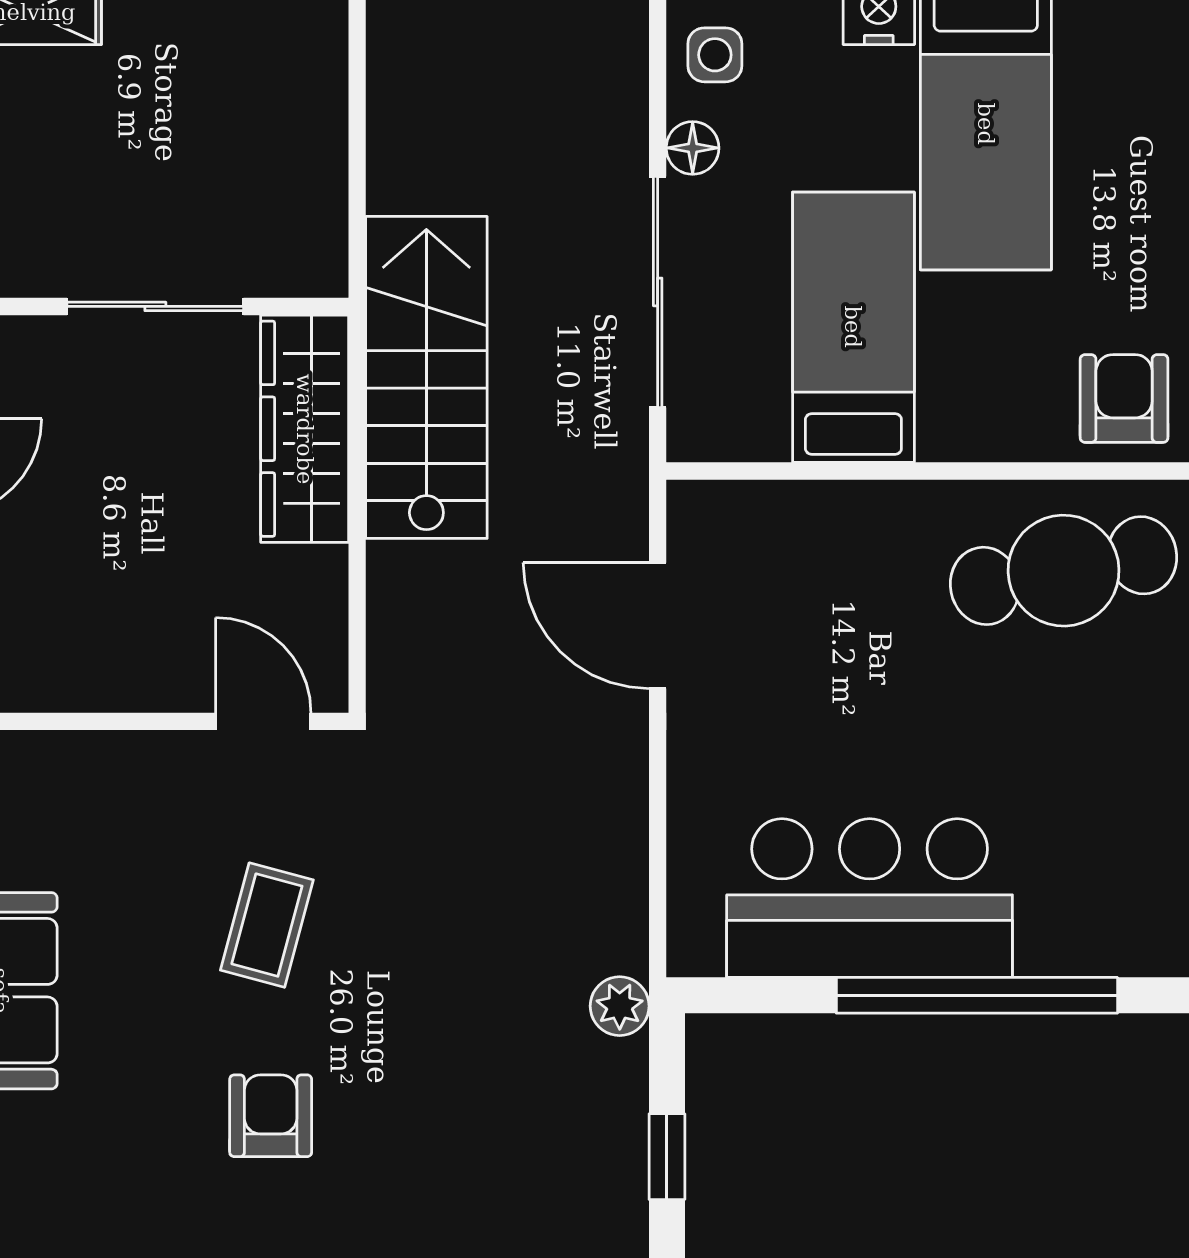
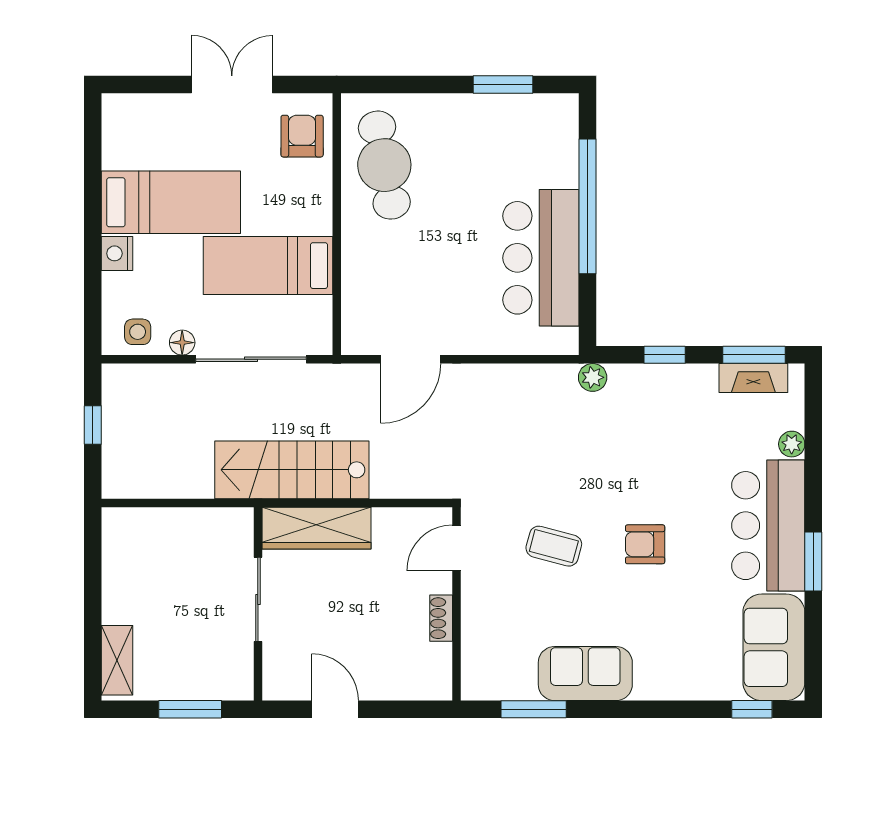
armchair: (1124, 399) -> (302, 136), turned 90
shoe rack: (116, 689) -> (441, 618), added

